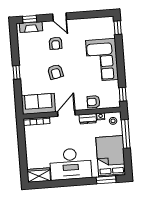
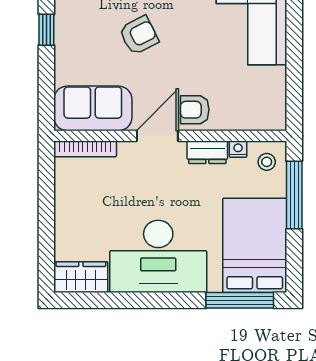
armchair: (55, 72) -> (139, 35), turned -105
window: (123, 94) -> (294, 101), removed
armchair: (93, 102) -> (195, 110), moved
window: (106, 180) -> (240, 300), width x1.44

